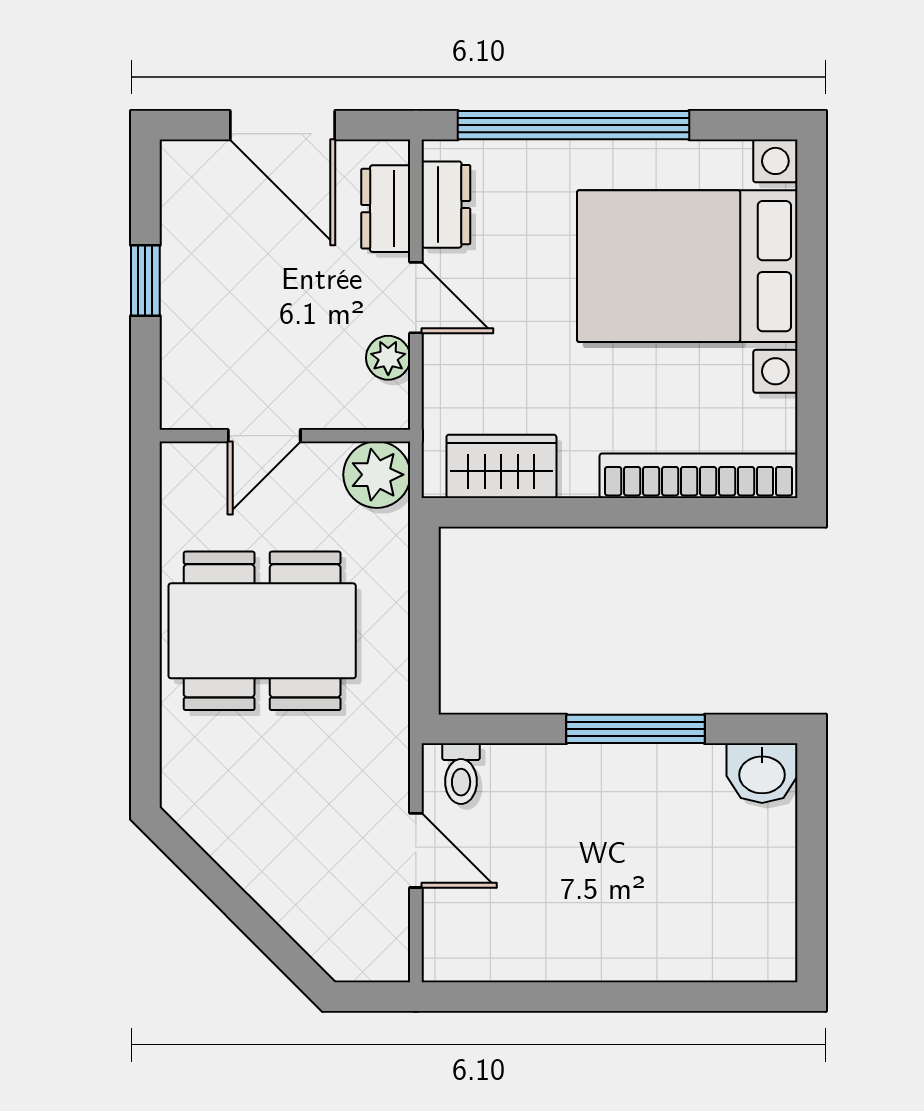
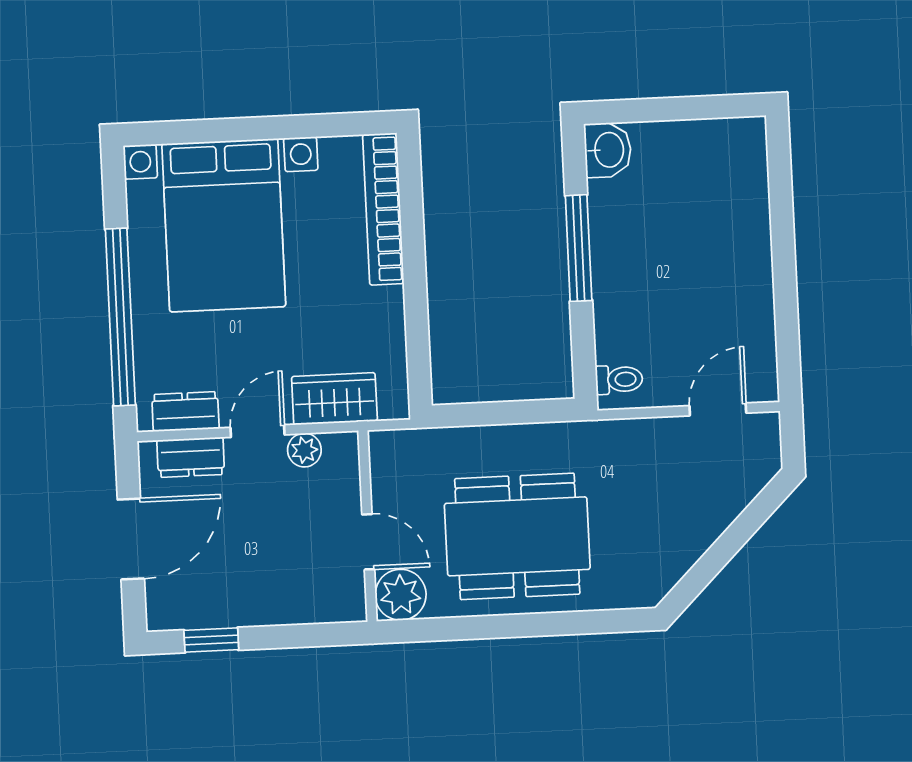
window: (145, 280) -> (211, 640), moved
wardrobe: (501, 466) -> (334, 399), moved, turned 90
plant: (377, 475) -> (401, 595), moved
dining table: (262, 631) -> (517, 536), turned 90
door: (416, 850) -> (718, 409), moved

